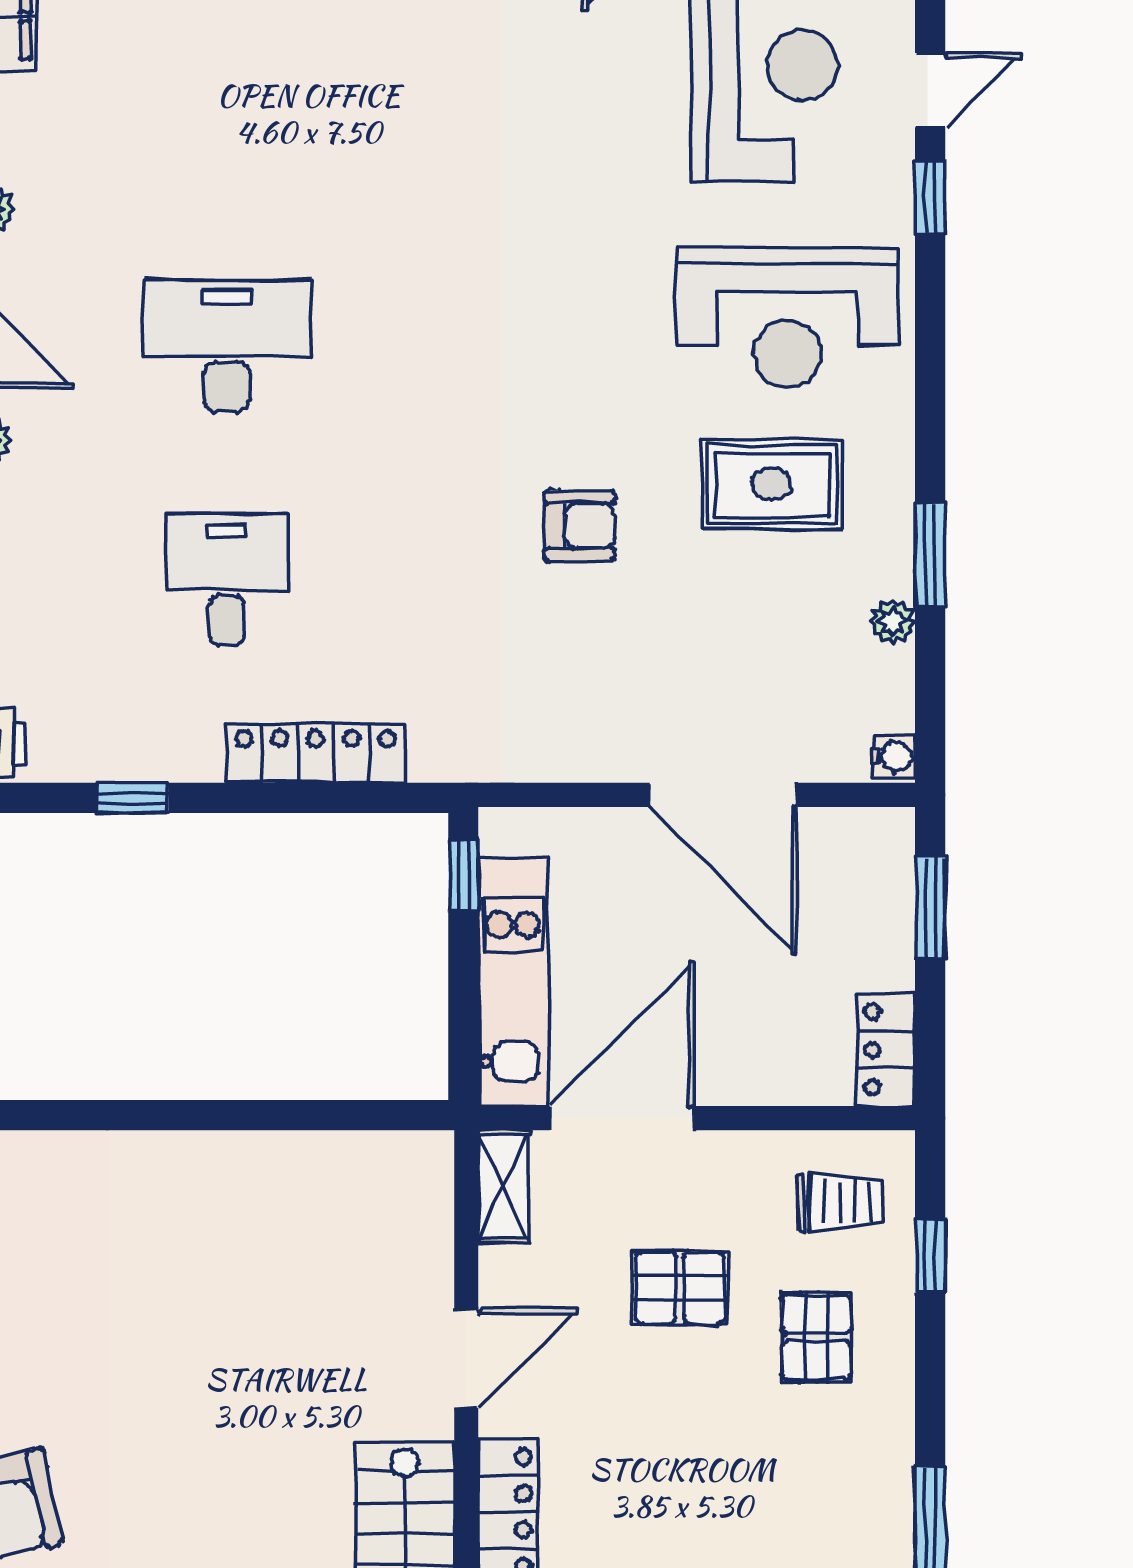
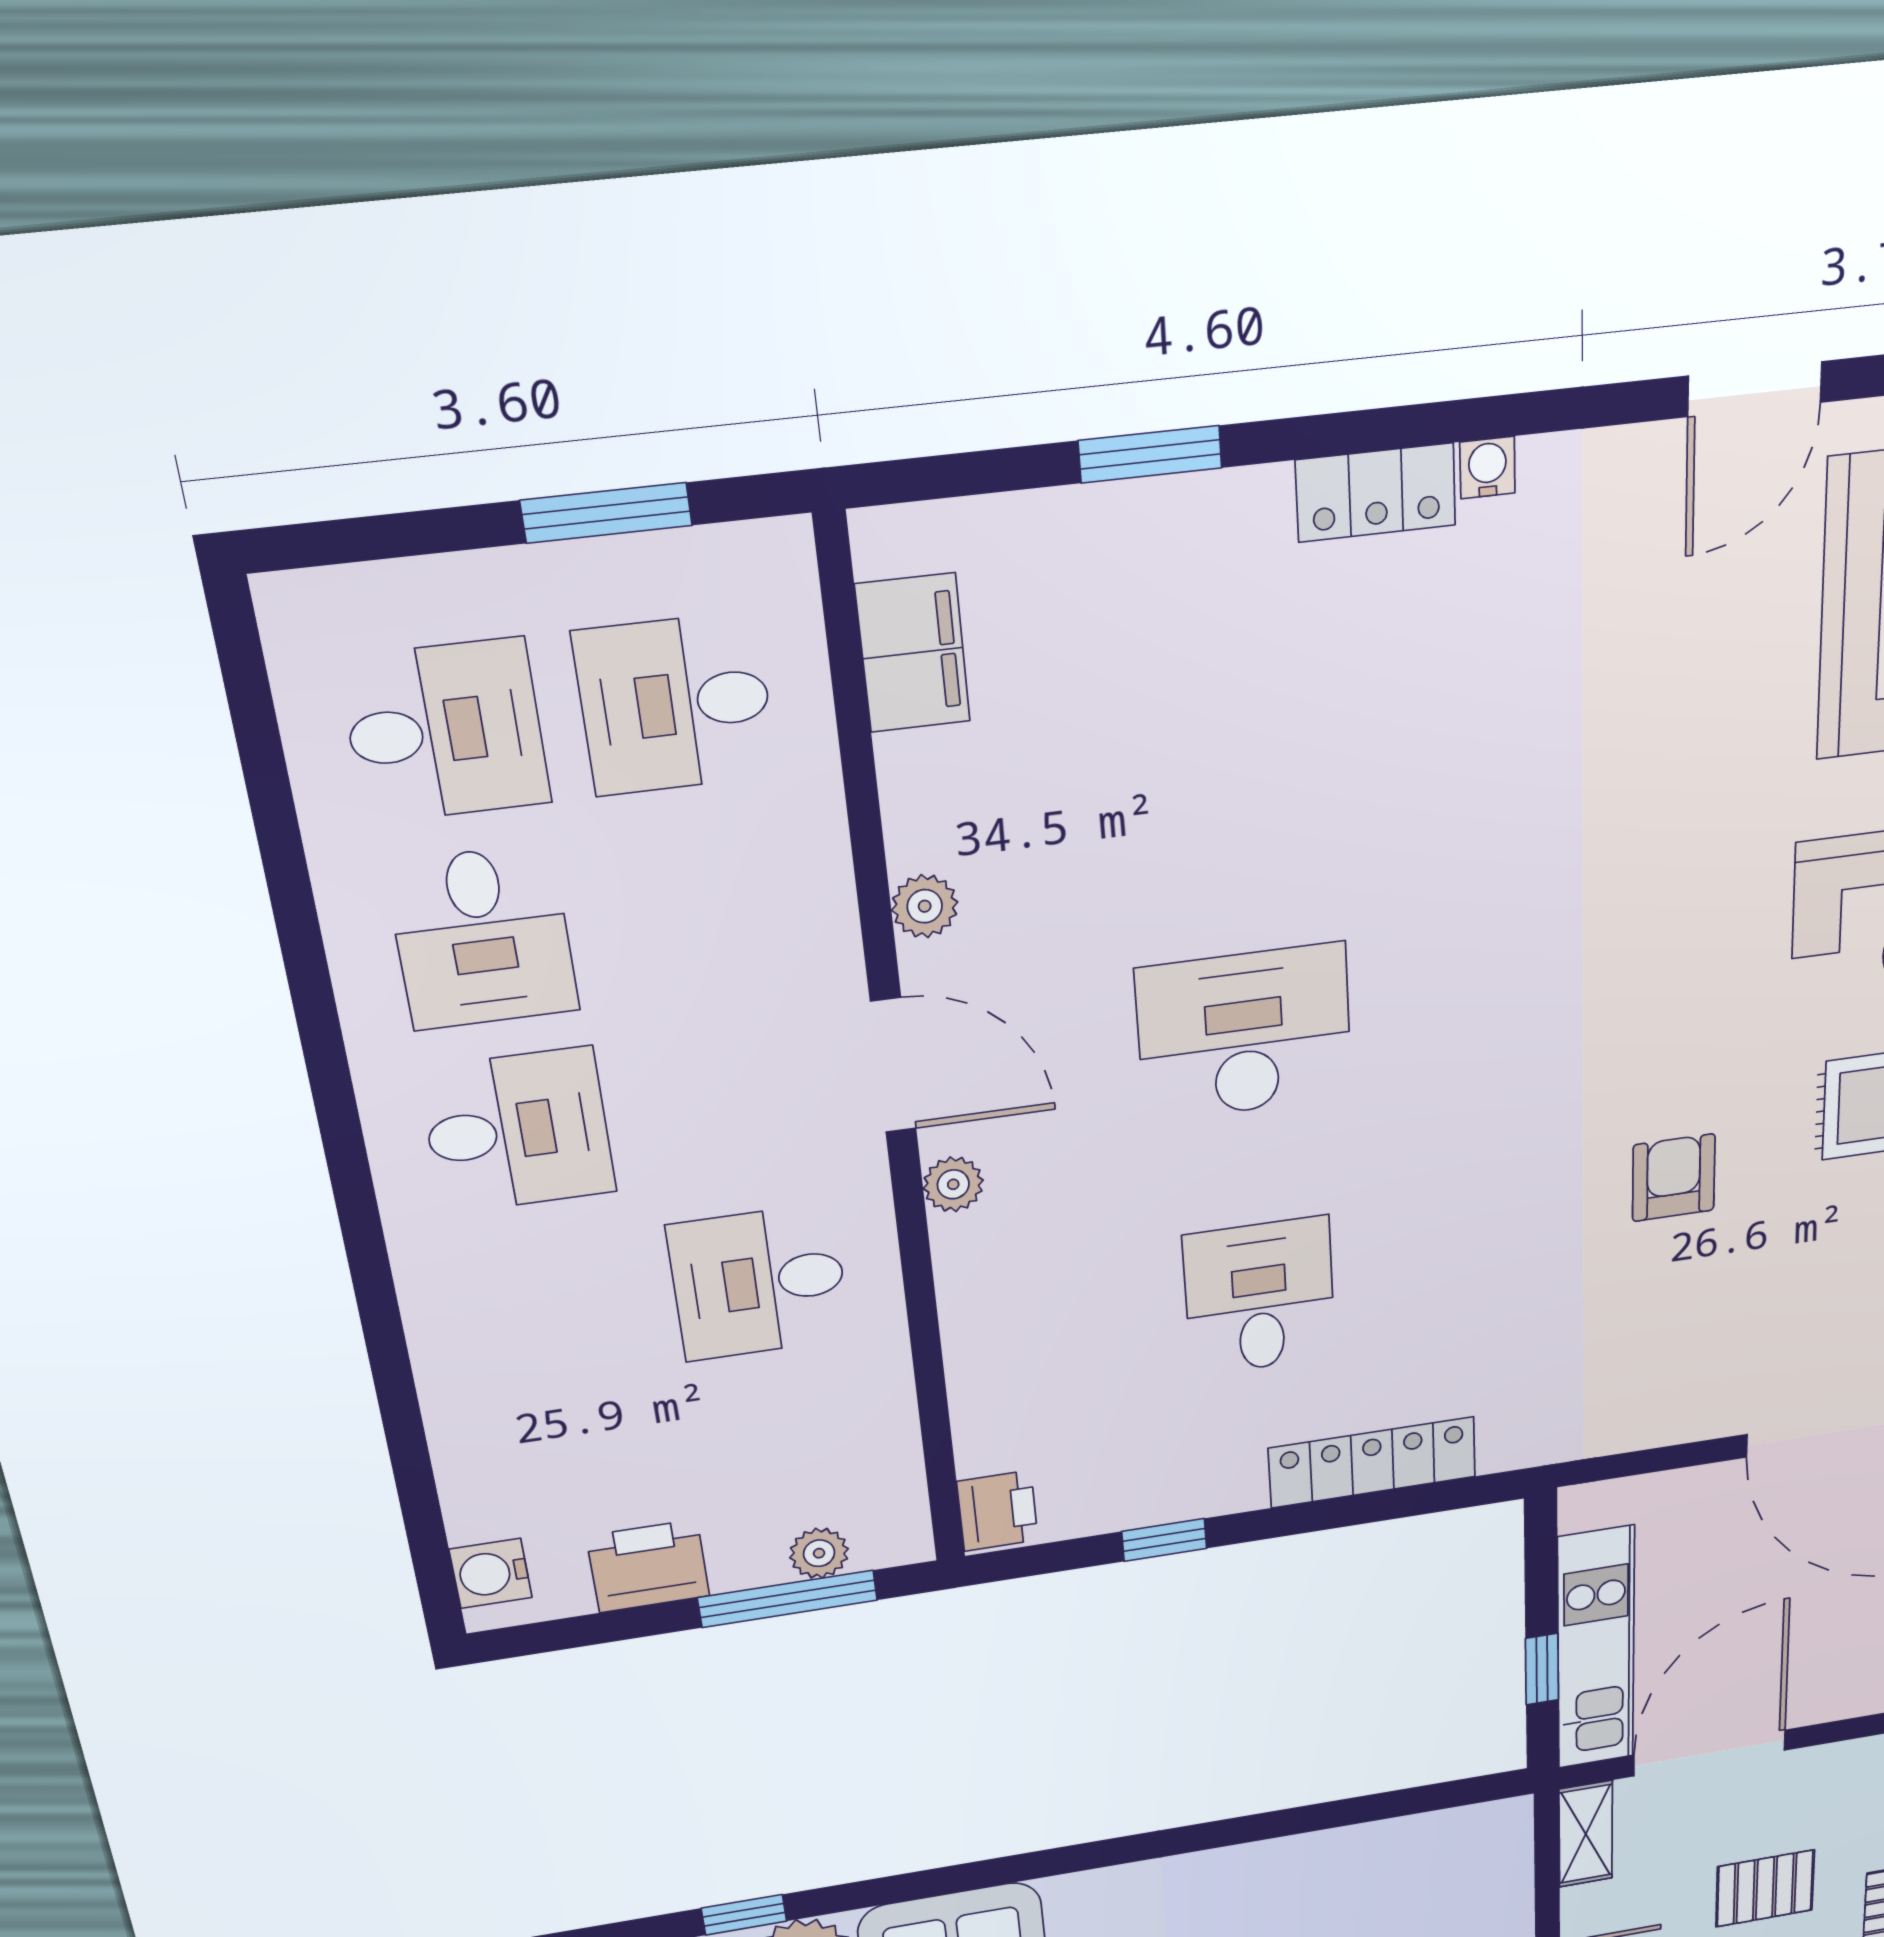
armchair: (580, 526) -> (1674, 1178), turned -90
window: (463, 875) -> (1542, 1669), moved

